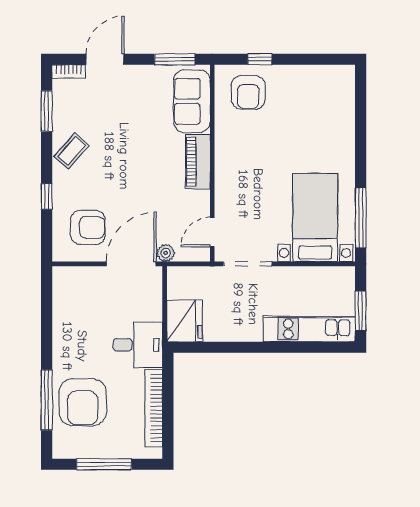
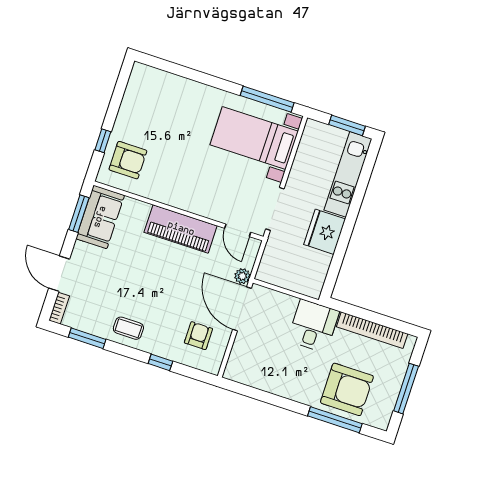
sofa: (192, 101) -> (100, 217), moved, turned -90
coffee table: (72, 151) -> (128, 328), turned -41
piano: (198, 162) -> (181, 229), width x1.37, depth x1.33
armchair: (88, 227) -> (198, 336), width x0.72, depth x0.72
fridge: (184, 321) -> (325, 232), moved, turned -90

